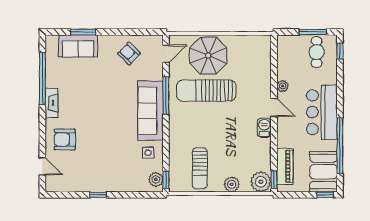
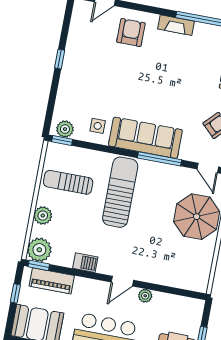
sun lounger: (206, 91) -> (120, 192), moved
barbecue: (264, 128) -> (85, 263), moved
window: (325, 195) -> (15, 294), moved

